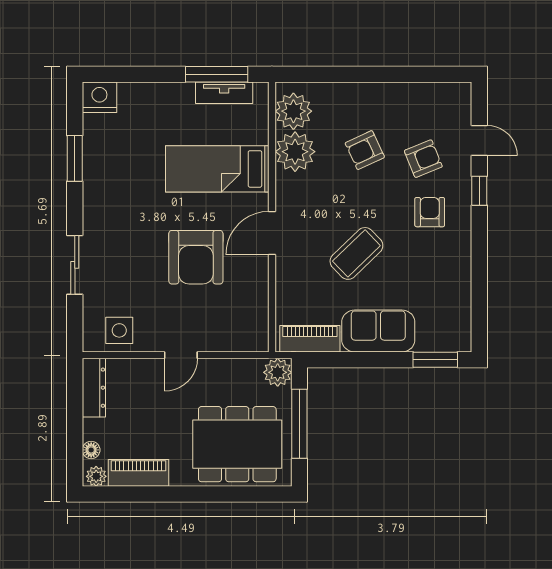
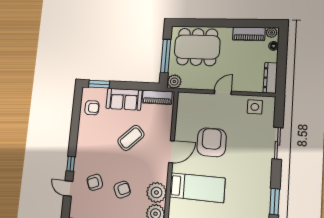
armchair: (430, 212) -> (92, 108), moved, turned -90

